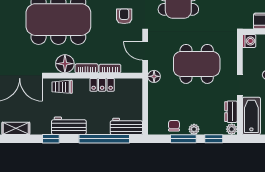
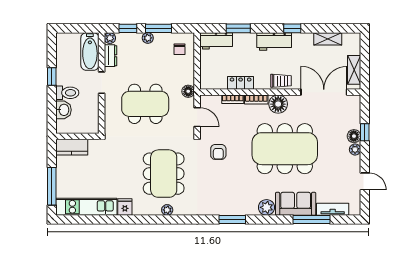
washing machine: (249, 41) -> (92, 127), removed
chair: (174, 126) -> (179, 49), moved
window: (104, 139) -> (238, 28), width x0.47

